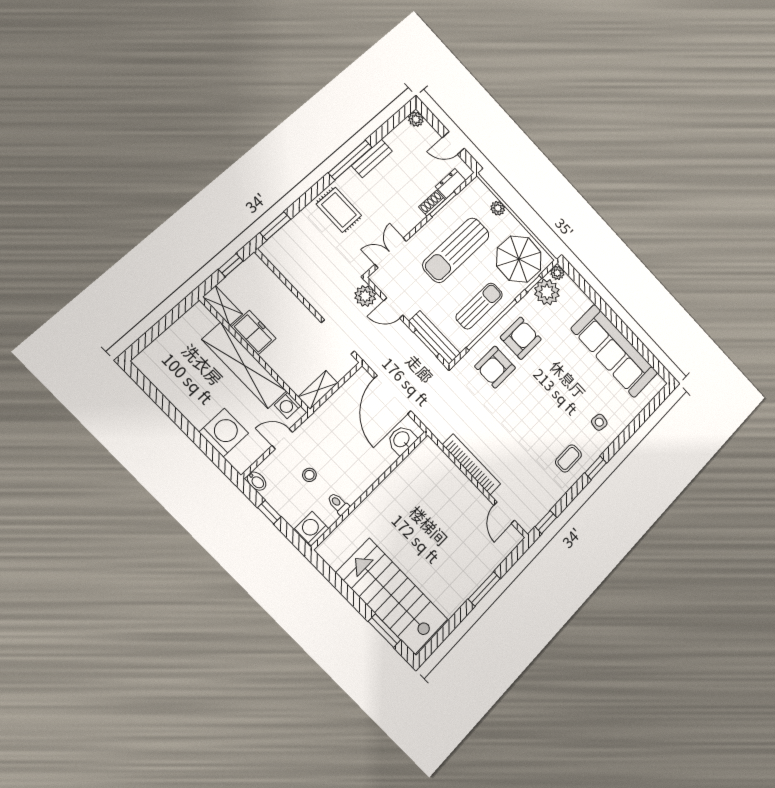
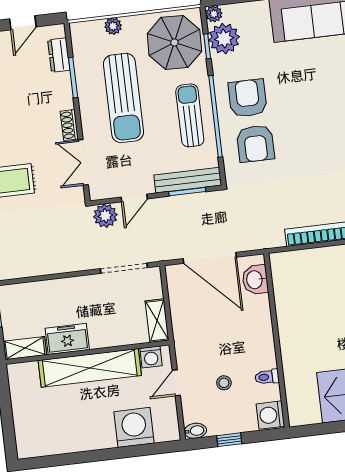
shoe rack: (432, 203) -> (69, 125), moved

